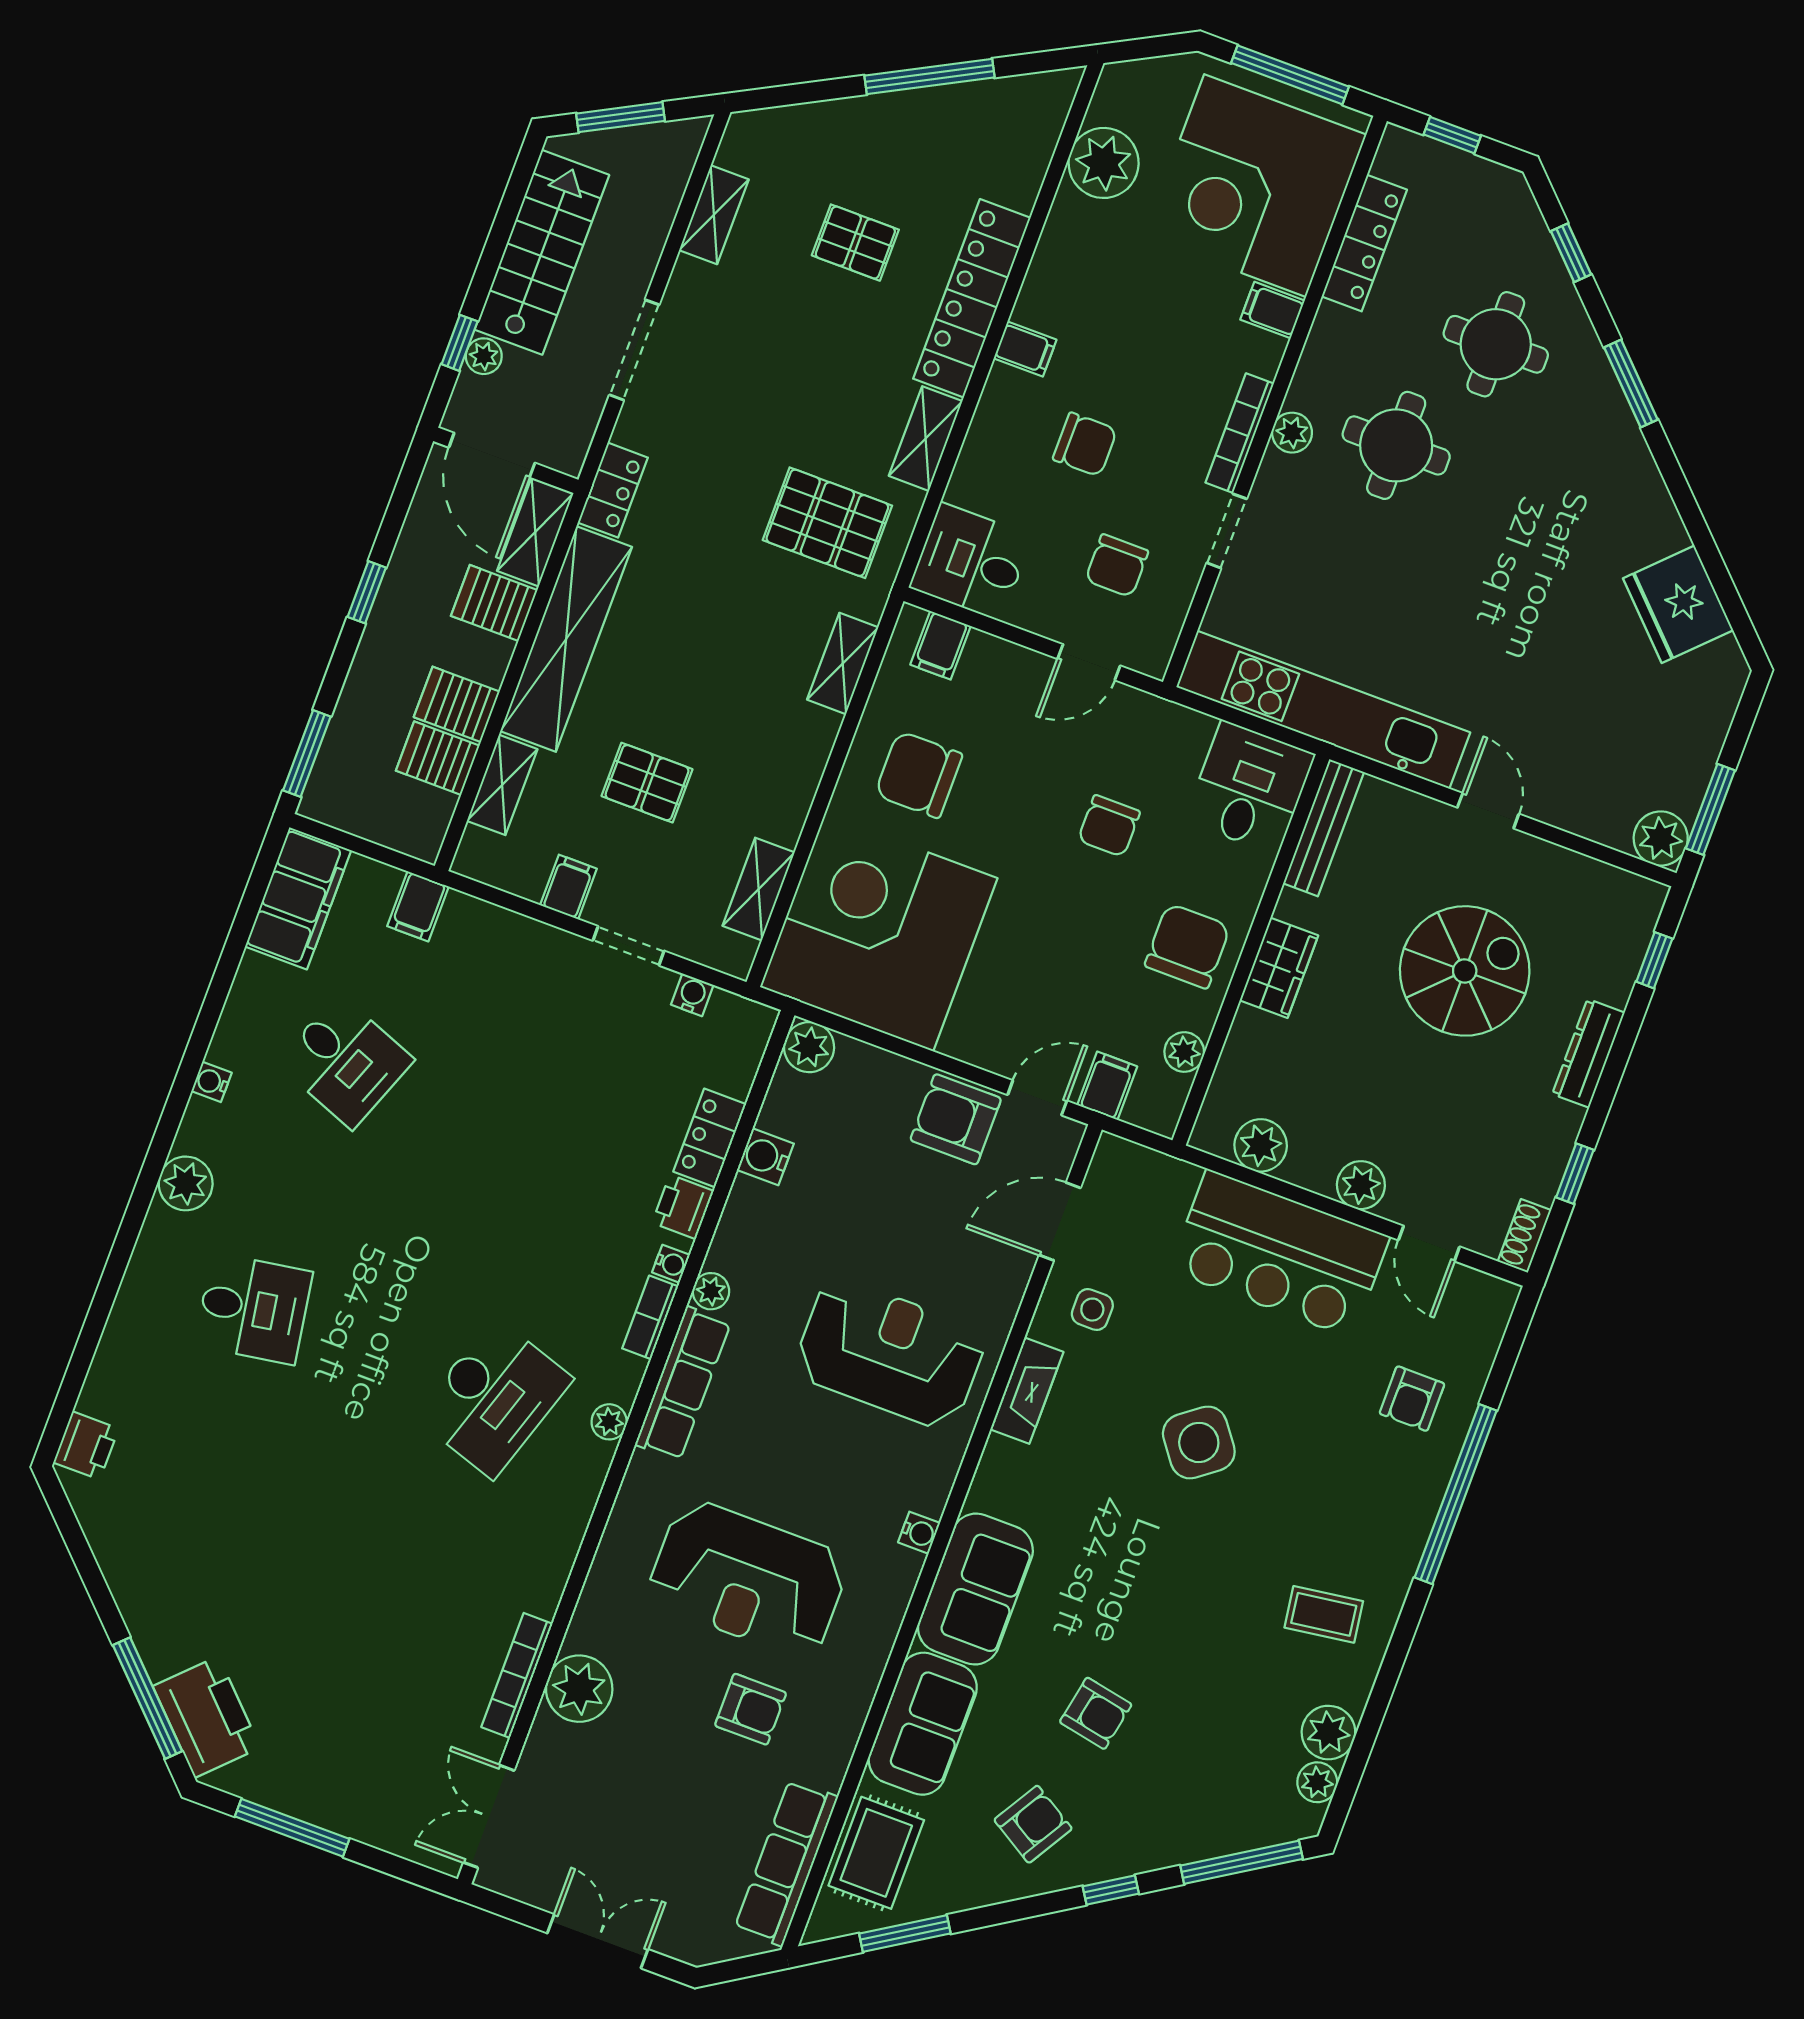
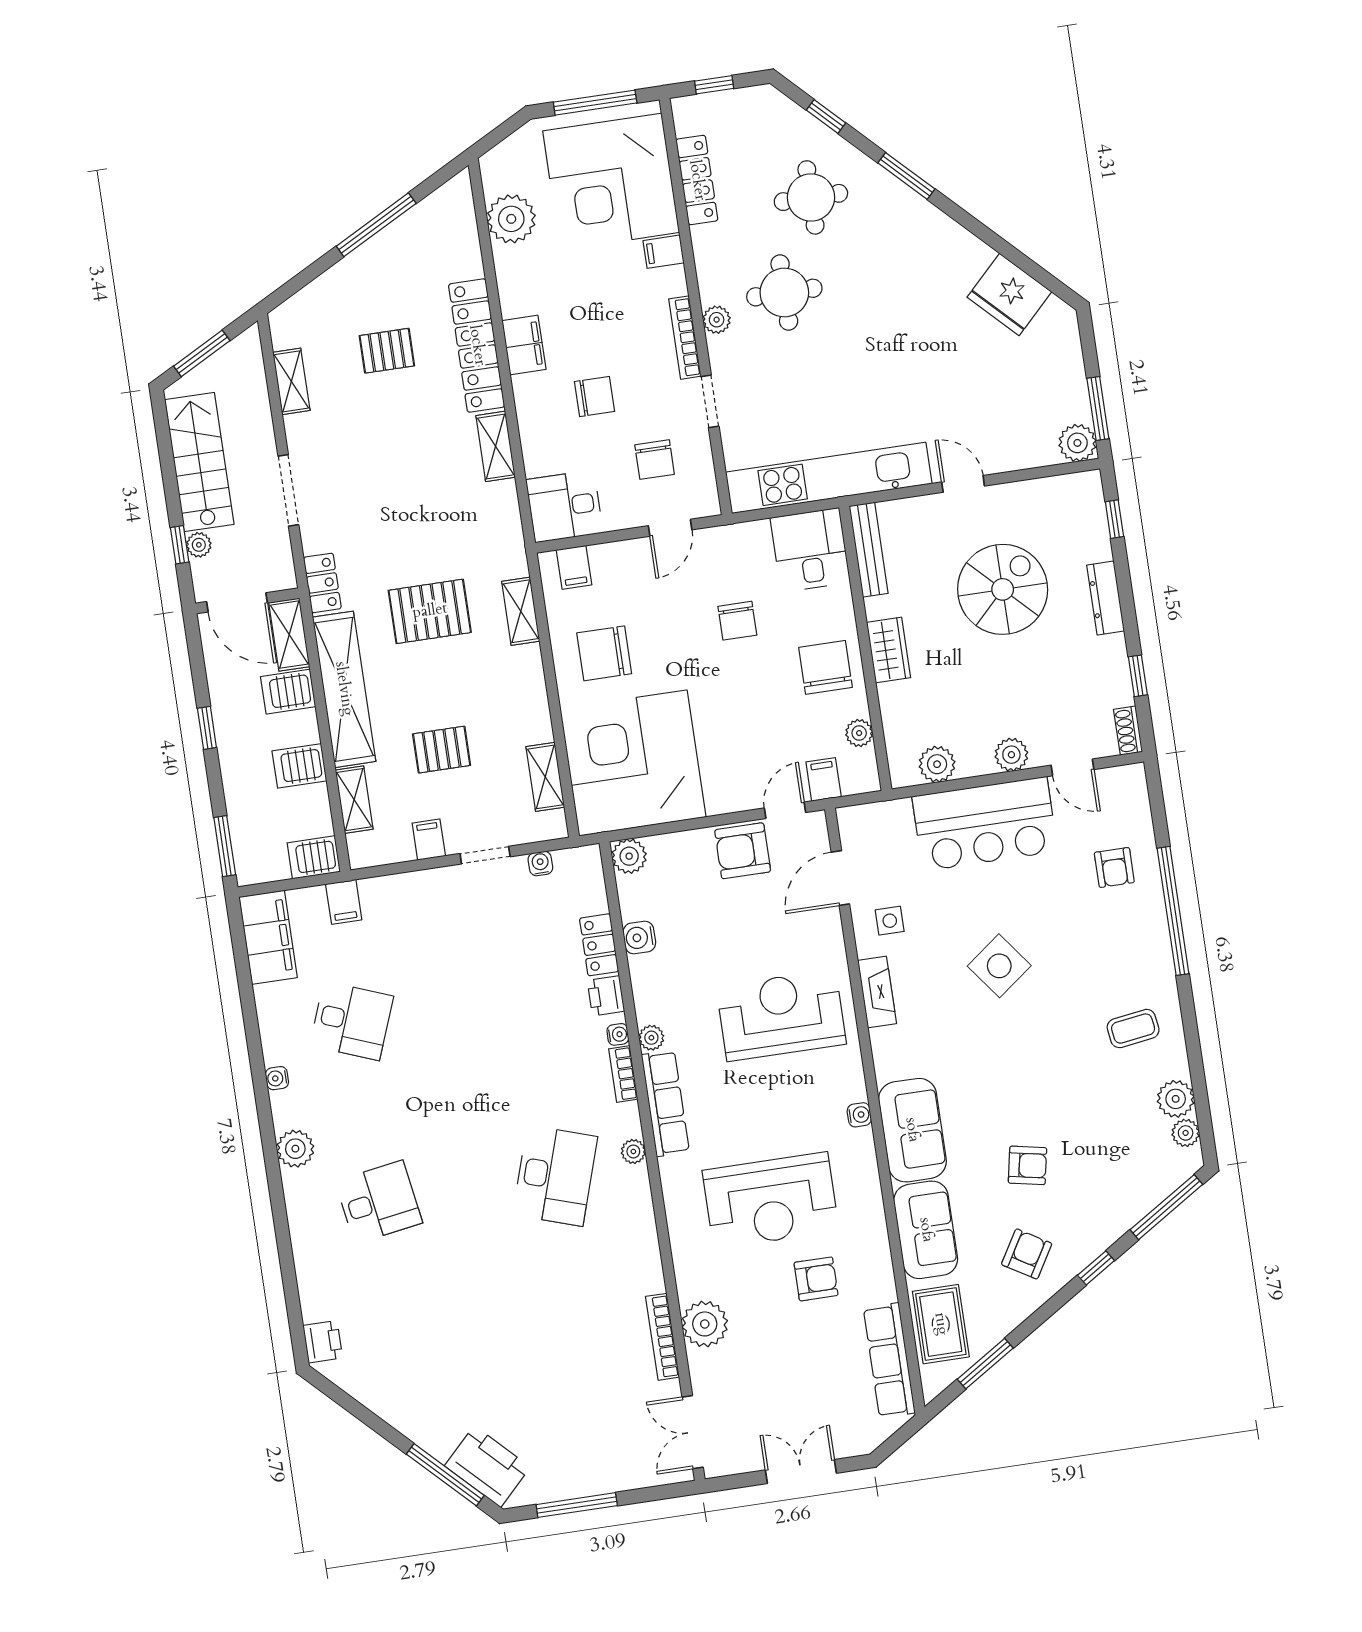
filing cabinet: (1025, 349) -> (524, 345), width x2.00
pallet: (827, 523) -> (430, 611), moved
server rack: (438, 758) -> (314, 857), moved

